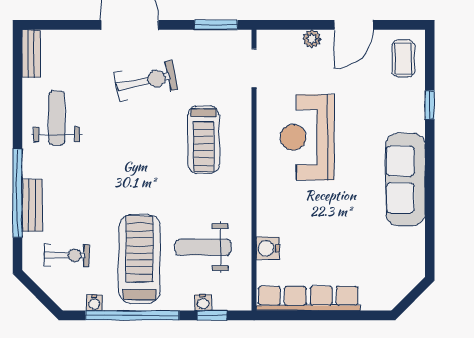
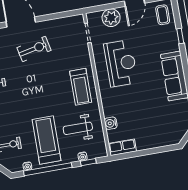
window: (216, 25) -> (65, 14), removed
plant: (312, 39) -> (111, 18), width x1.88, depth x1.88
reception desk: (307, 137) -> (121, 63), turned 180
treadmill: (204, 140) -> (81, 87), moved
row of seats: (308, 298) -> (122, 147), width x0.50

